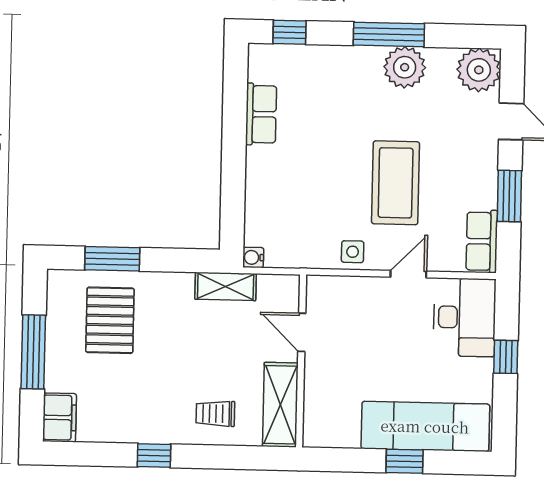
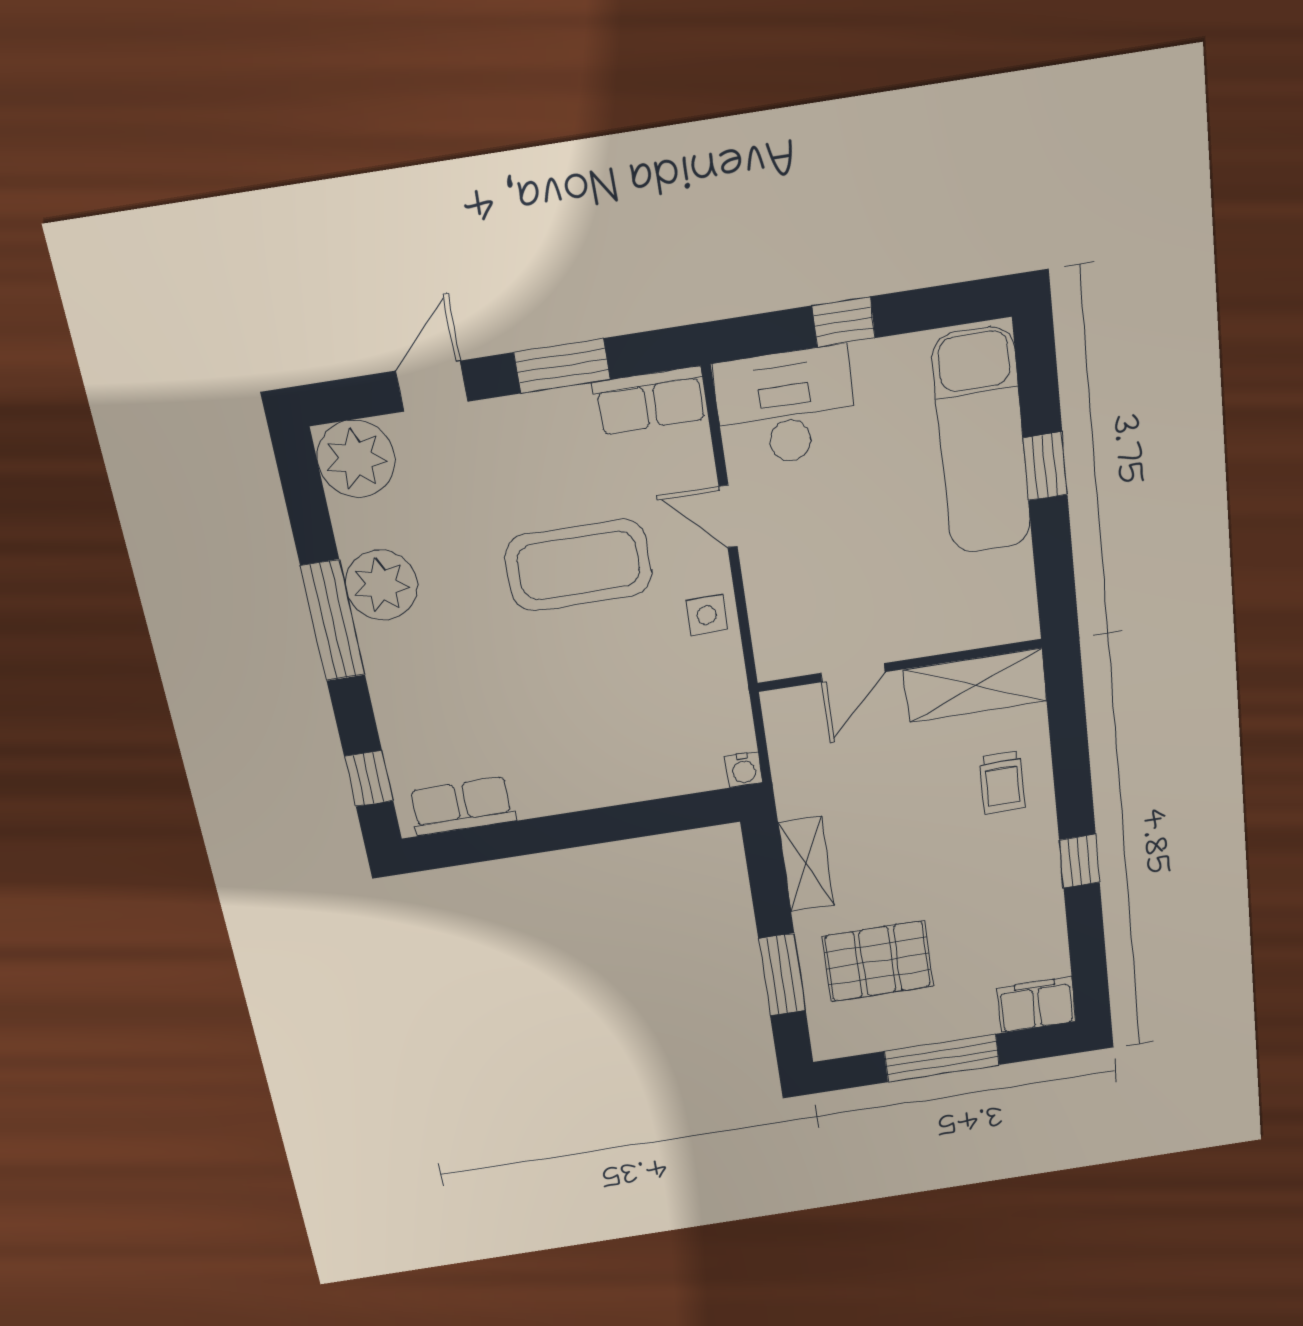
row of seats: (261, 114) -> (462, 806), moved
shelving: (226, 286) -> (806, 864), moved

